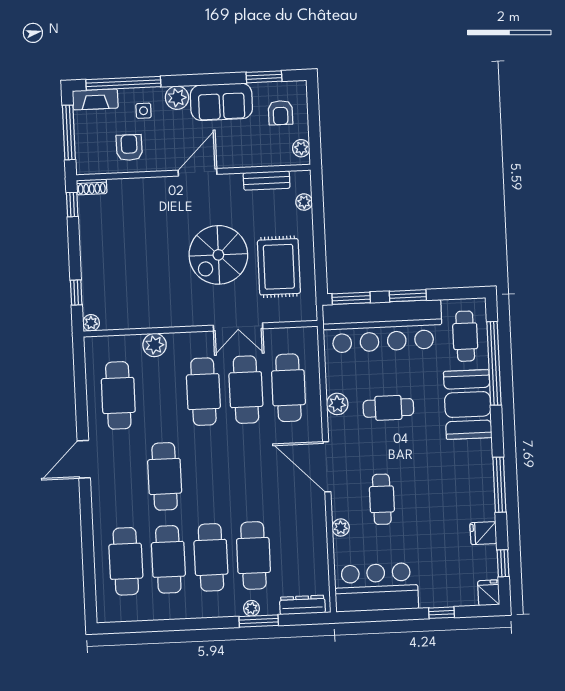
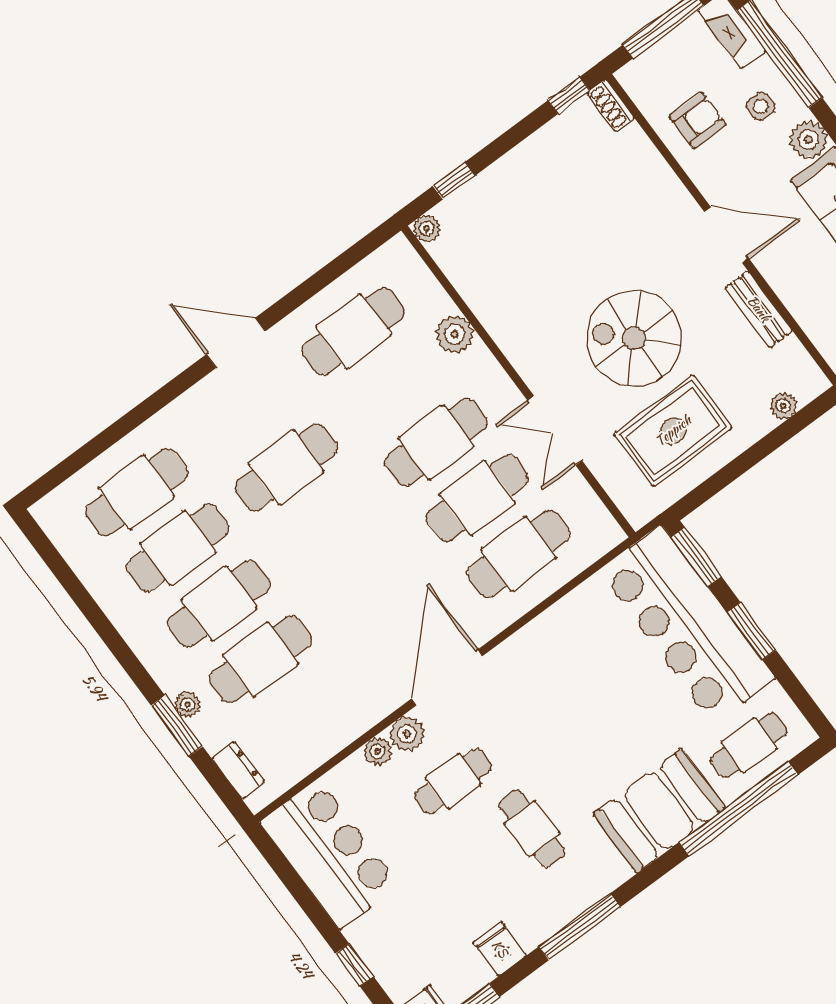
bench: (267, 180) -> (759, 309), moved
plant: (337, 404) -> (407, 734), moved
cafe table: (388, 408) -> (532, 829), moved
dresser: (302, 605) -> (238, 770), width x0.70

